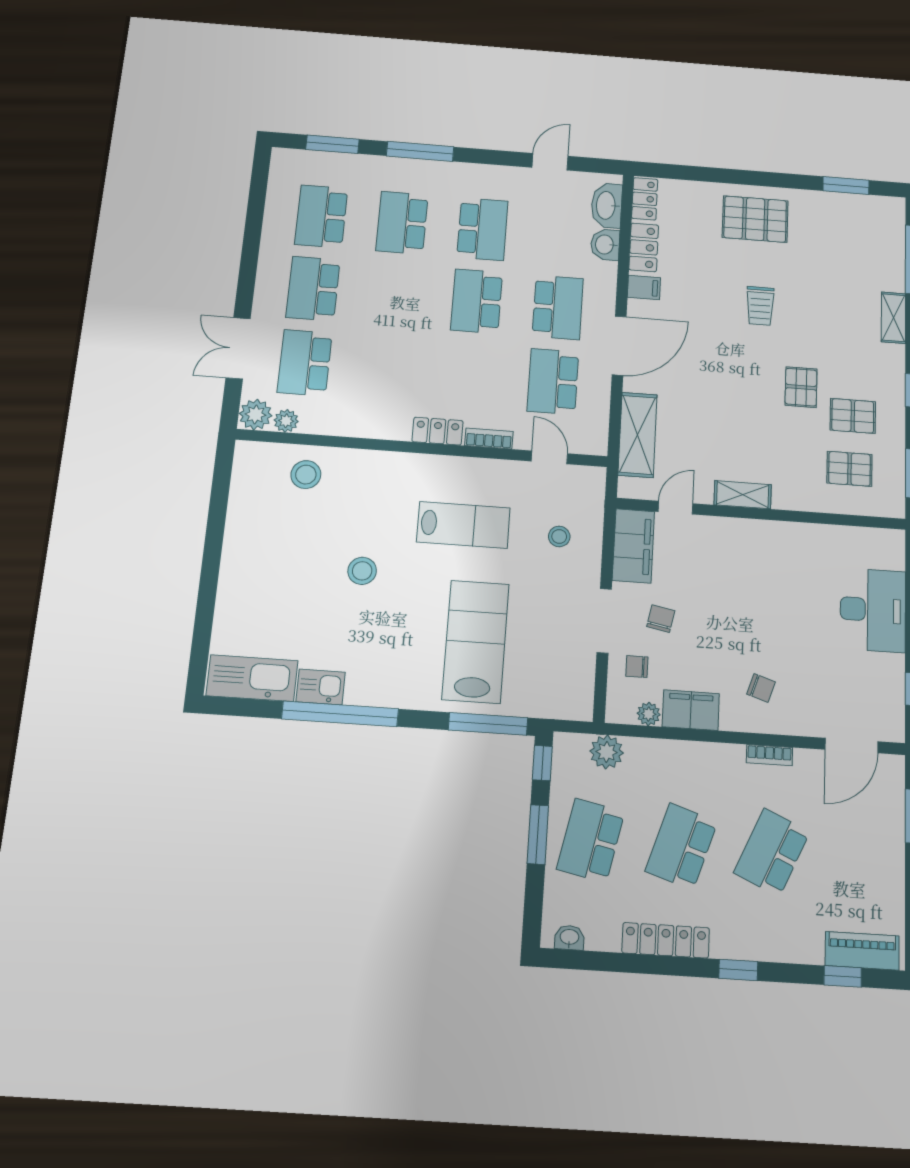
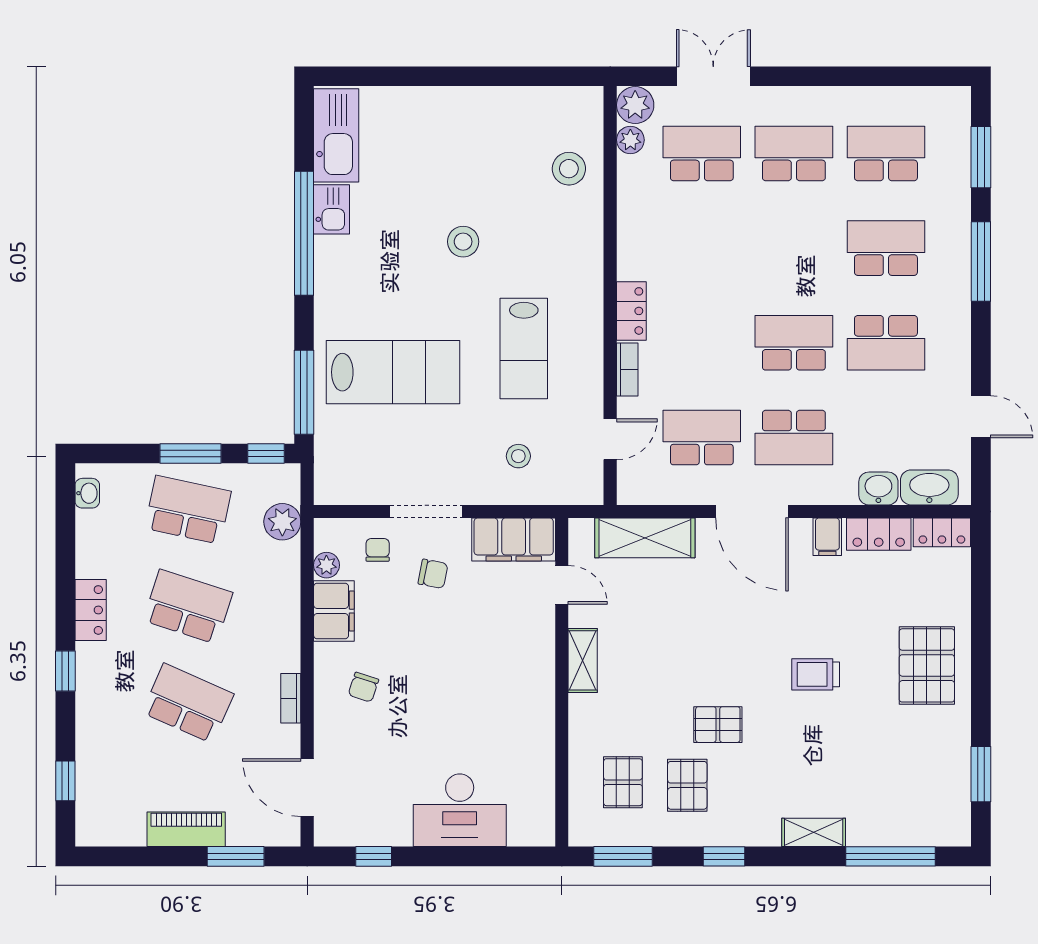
locker: (666, 940) -> (91, 610), width x0.66
piano: (862, 951) -> (186, 829), moved, turned -90

